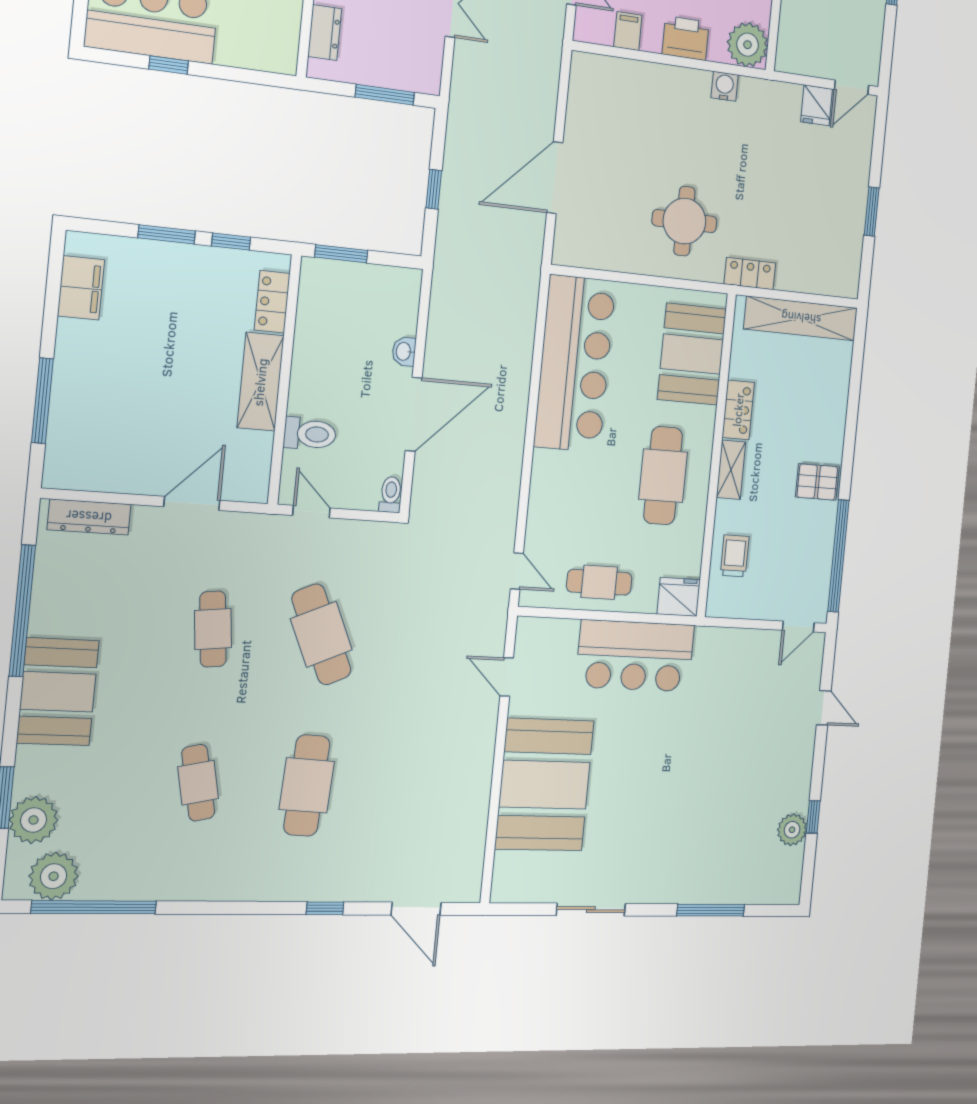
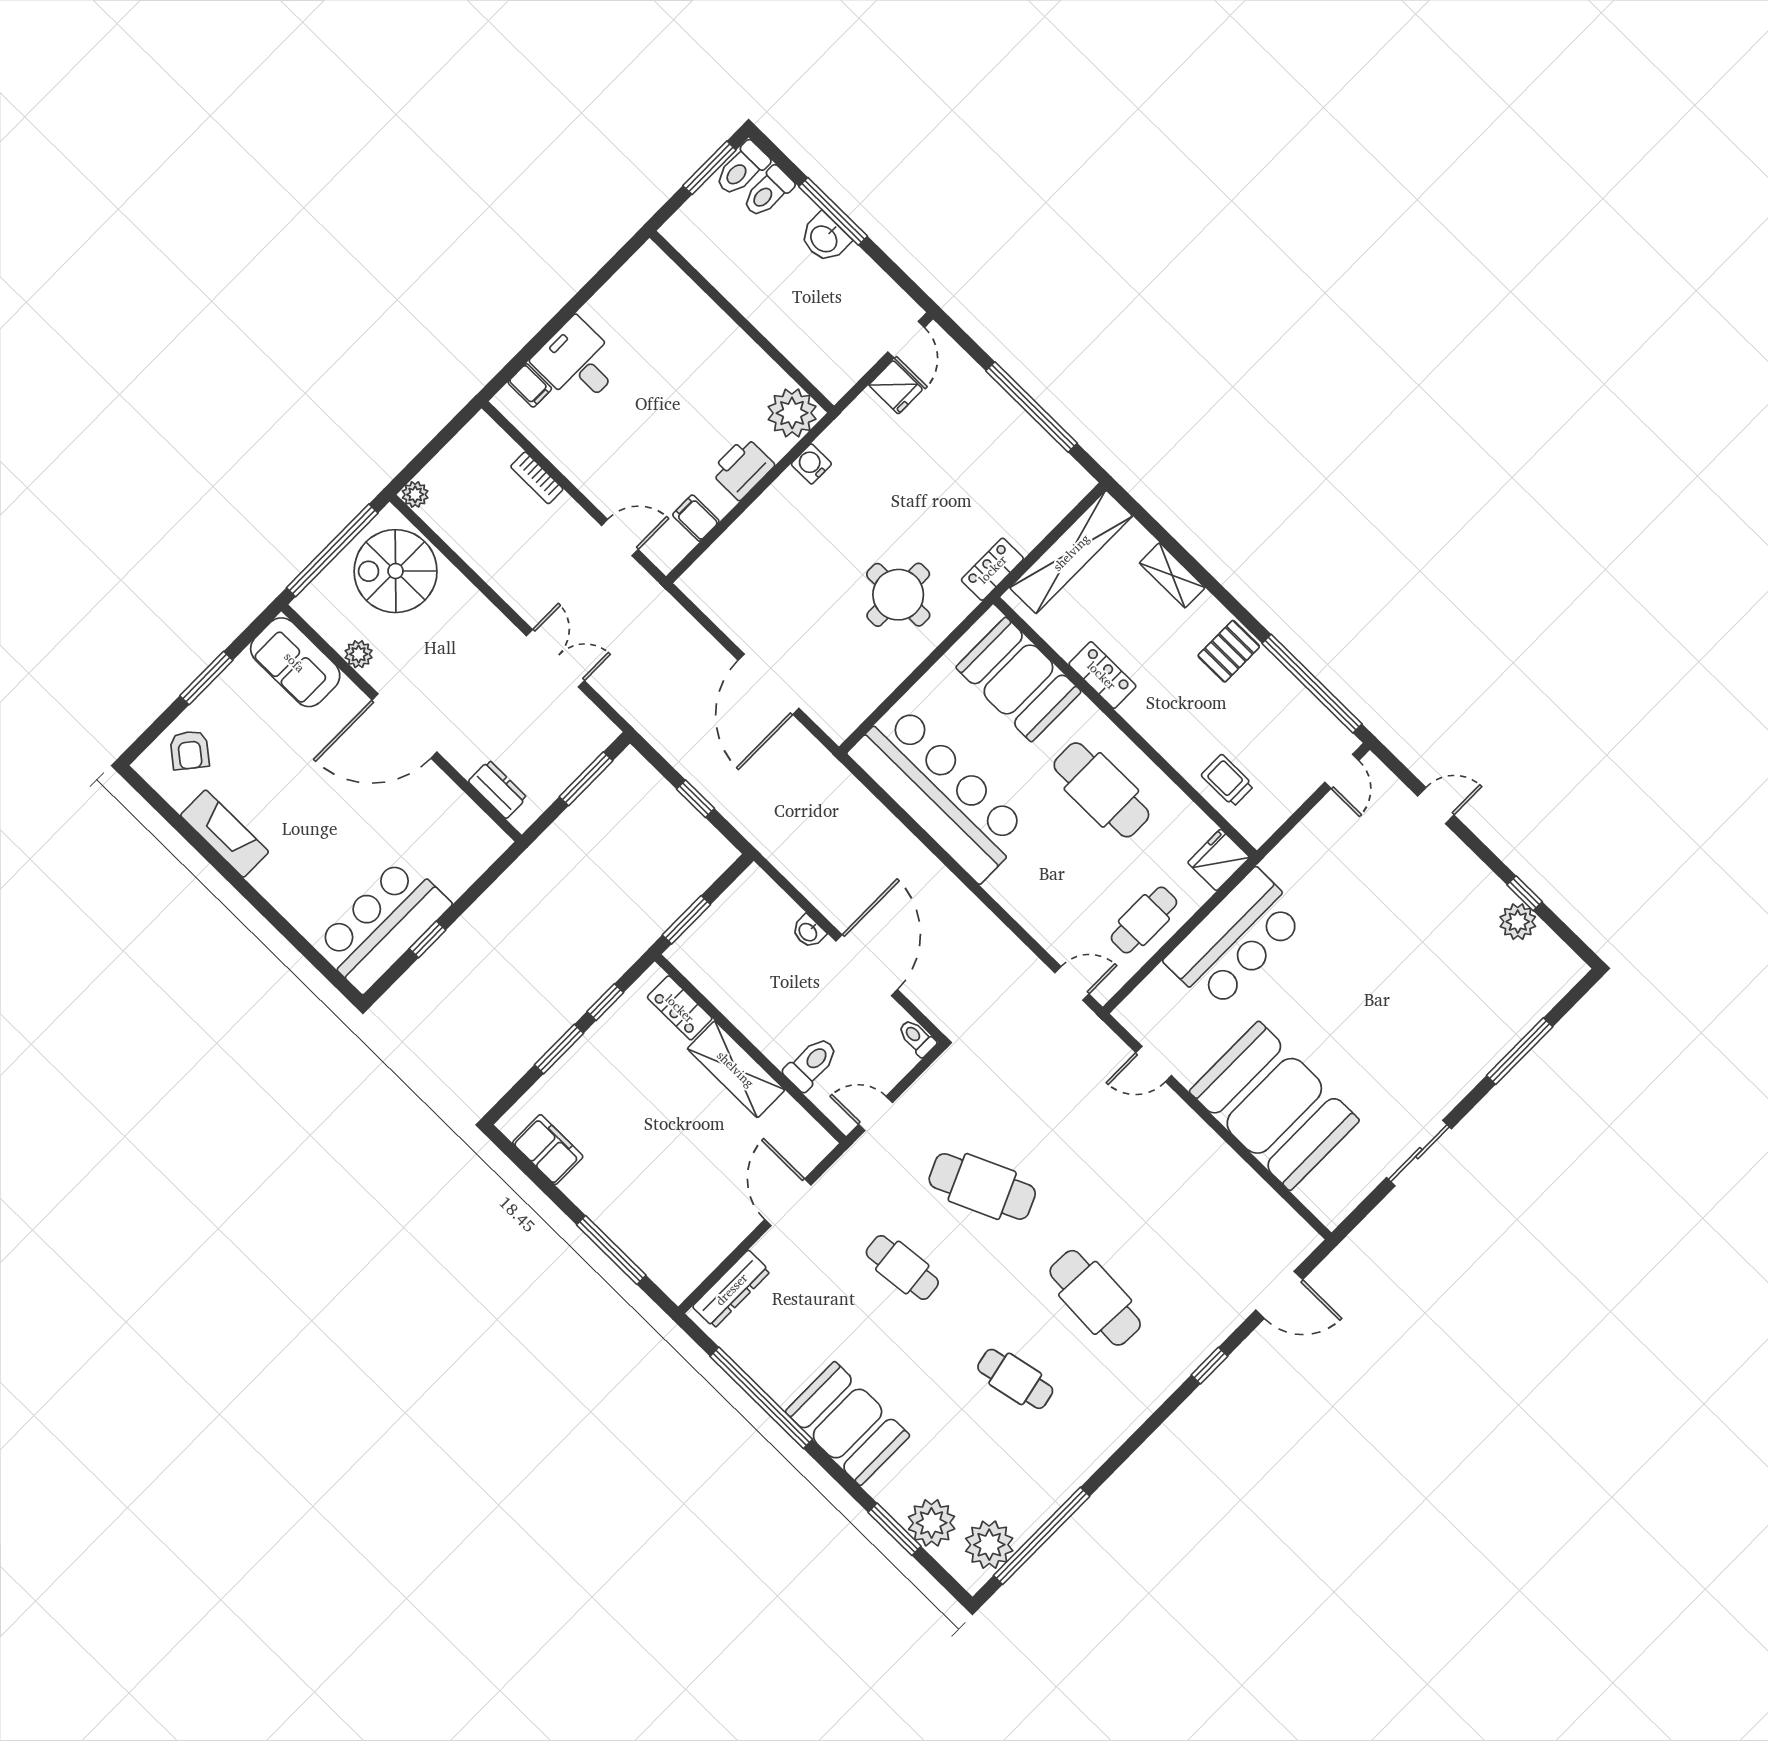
window: (872, 211) -> (1032, 407), width x2.11
shelving: (731, 470) -> (1172, 575), moved

